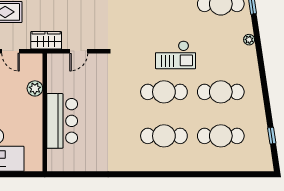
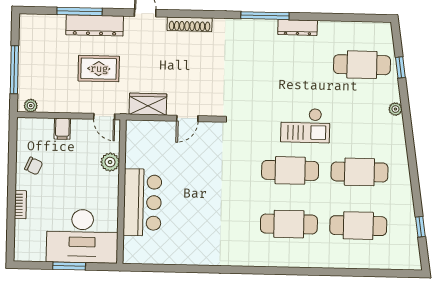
plant: (35, 88) -> (110, 162), moved
wall: (45, 112) -> (121, 192), moved
bar counter: (62, 121) -> (142, 202), moved

